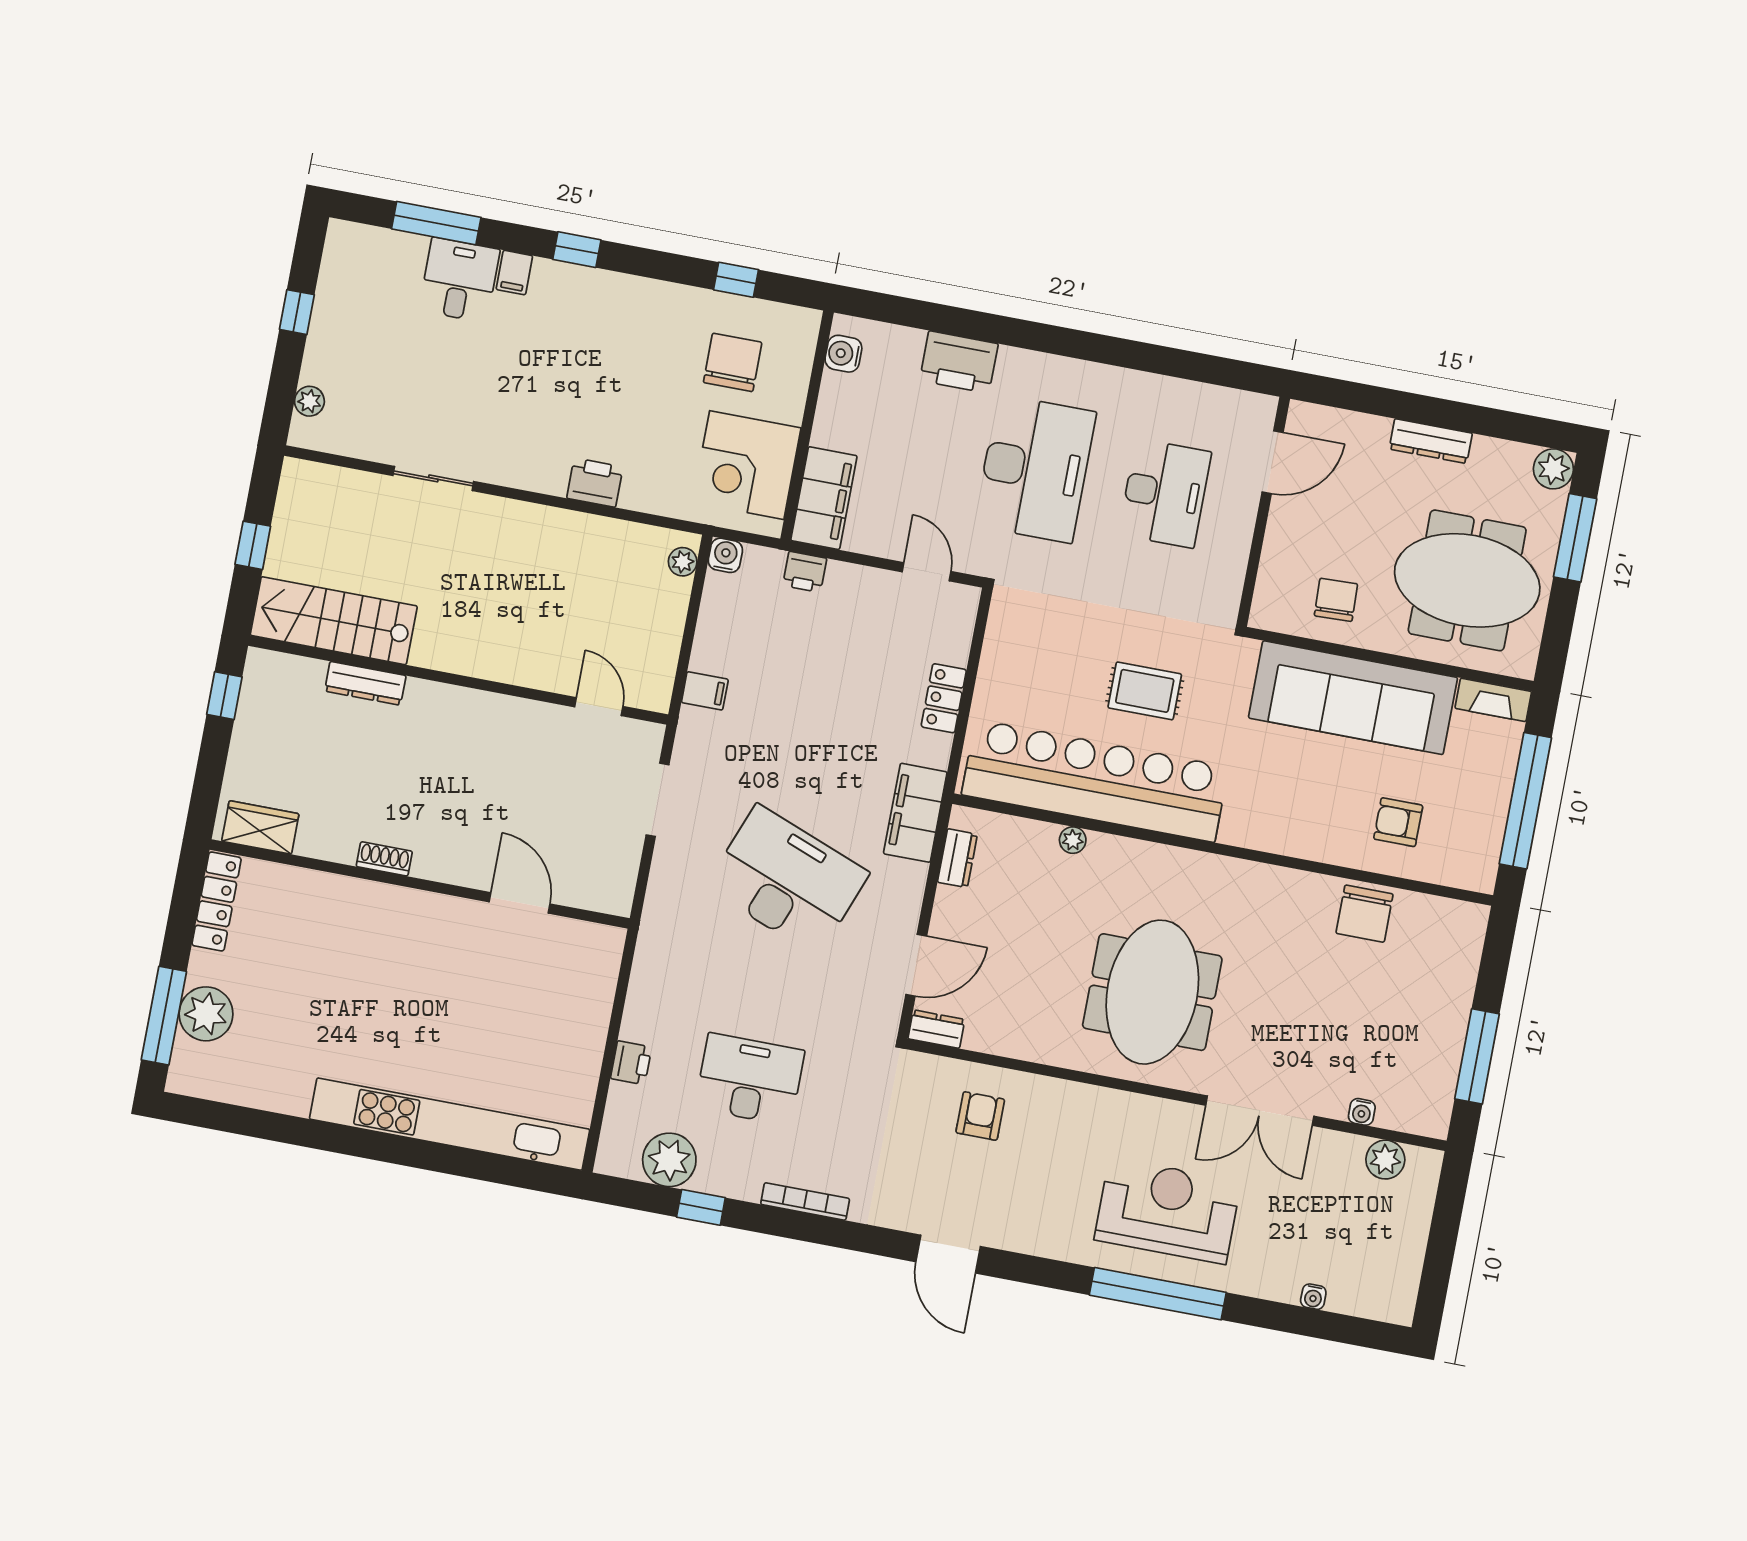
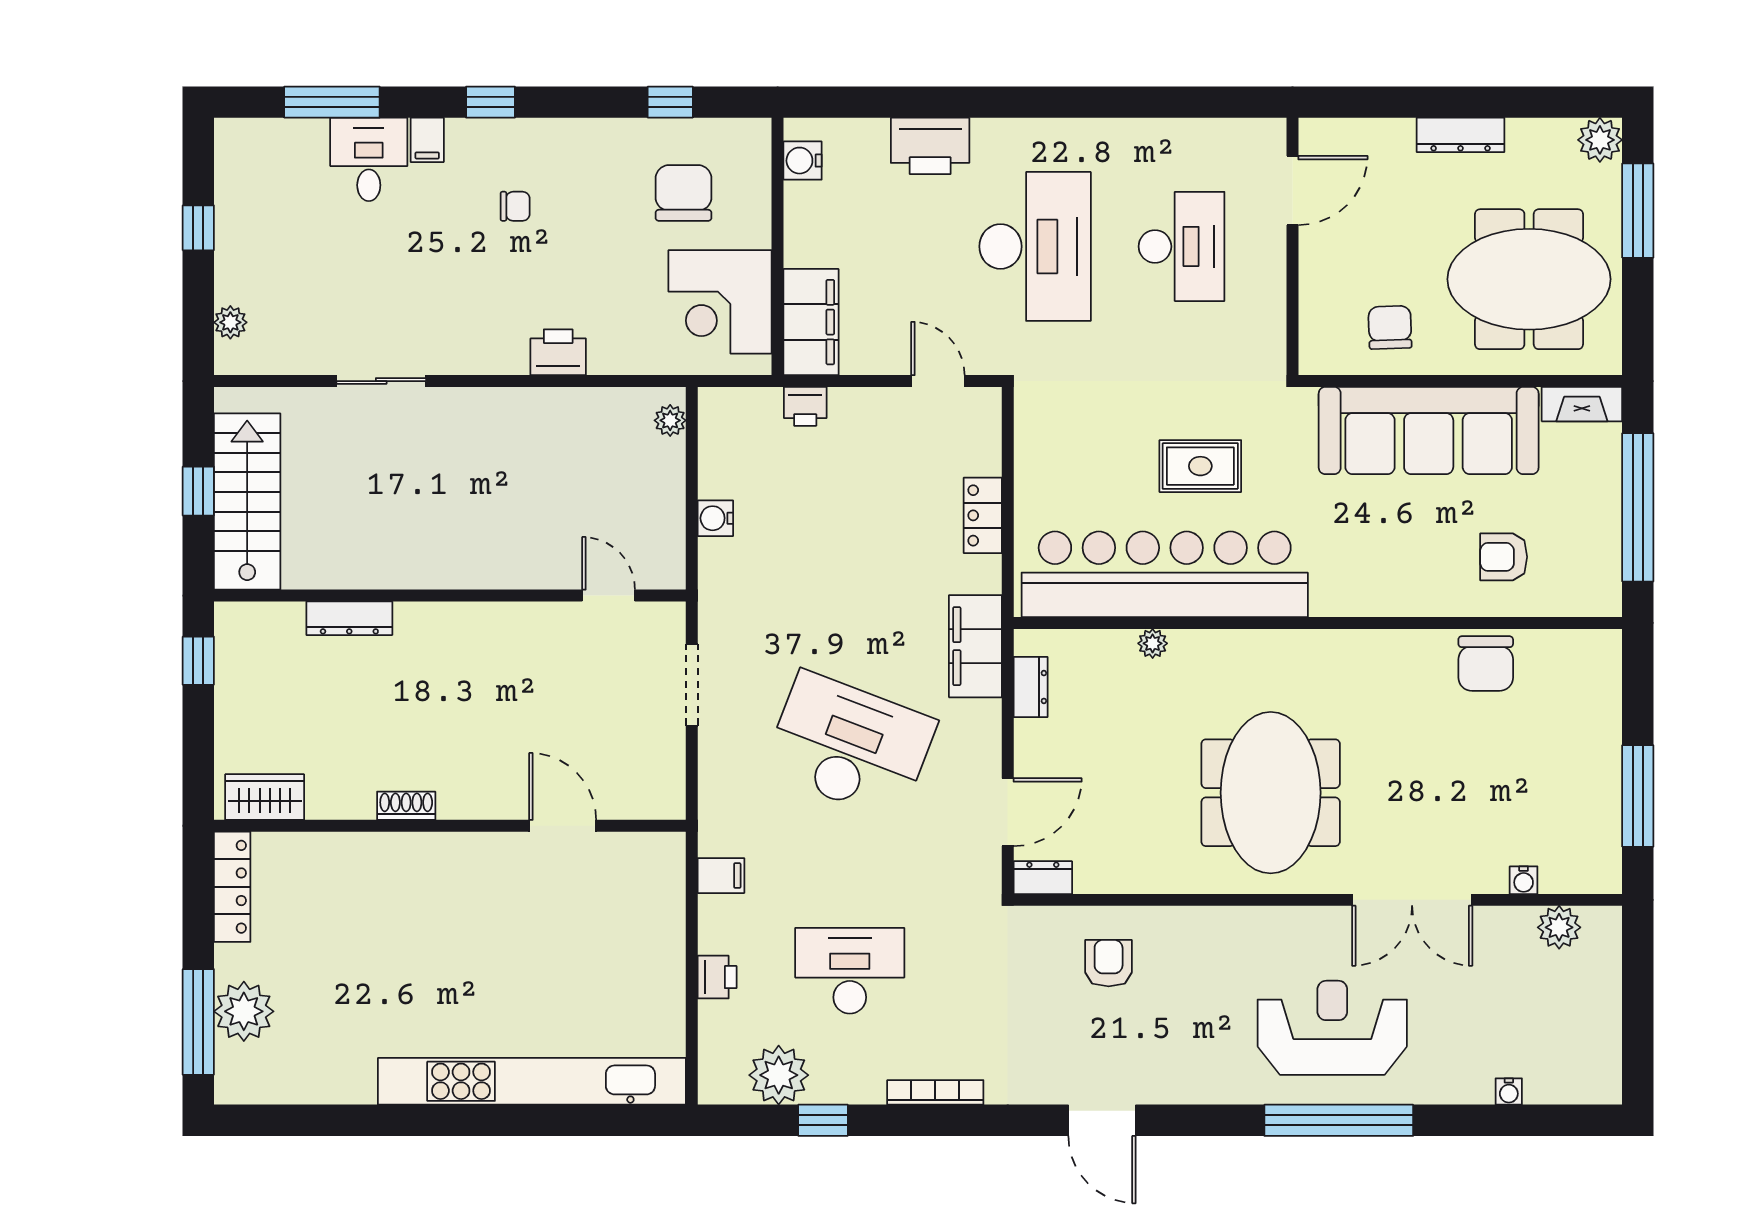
chair: (581, 346) -> (515, 206), added
water cooler: (725, 555) -> (715, 518), moved, turned -90
stairs: (334, 621) -> (247, 502), moved, turned 90
filing cabinet: (705, 691) -> (721, 876), moved

